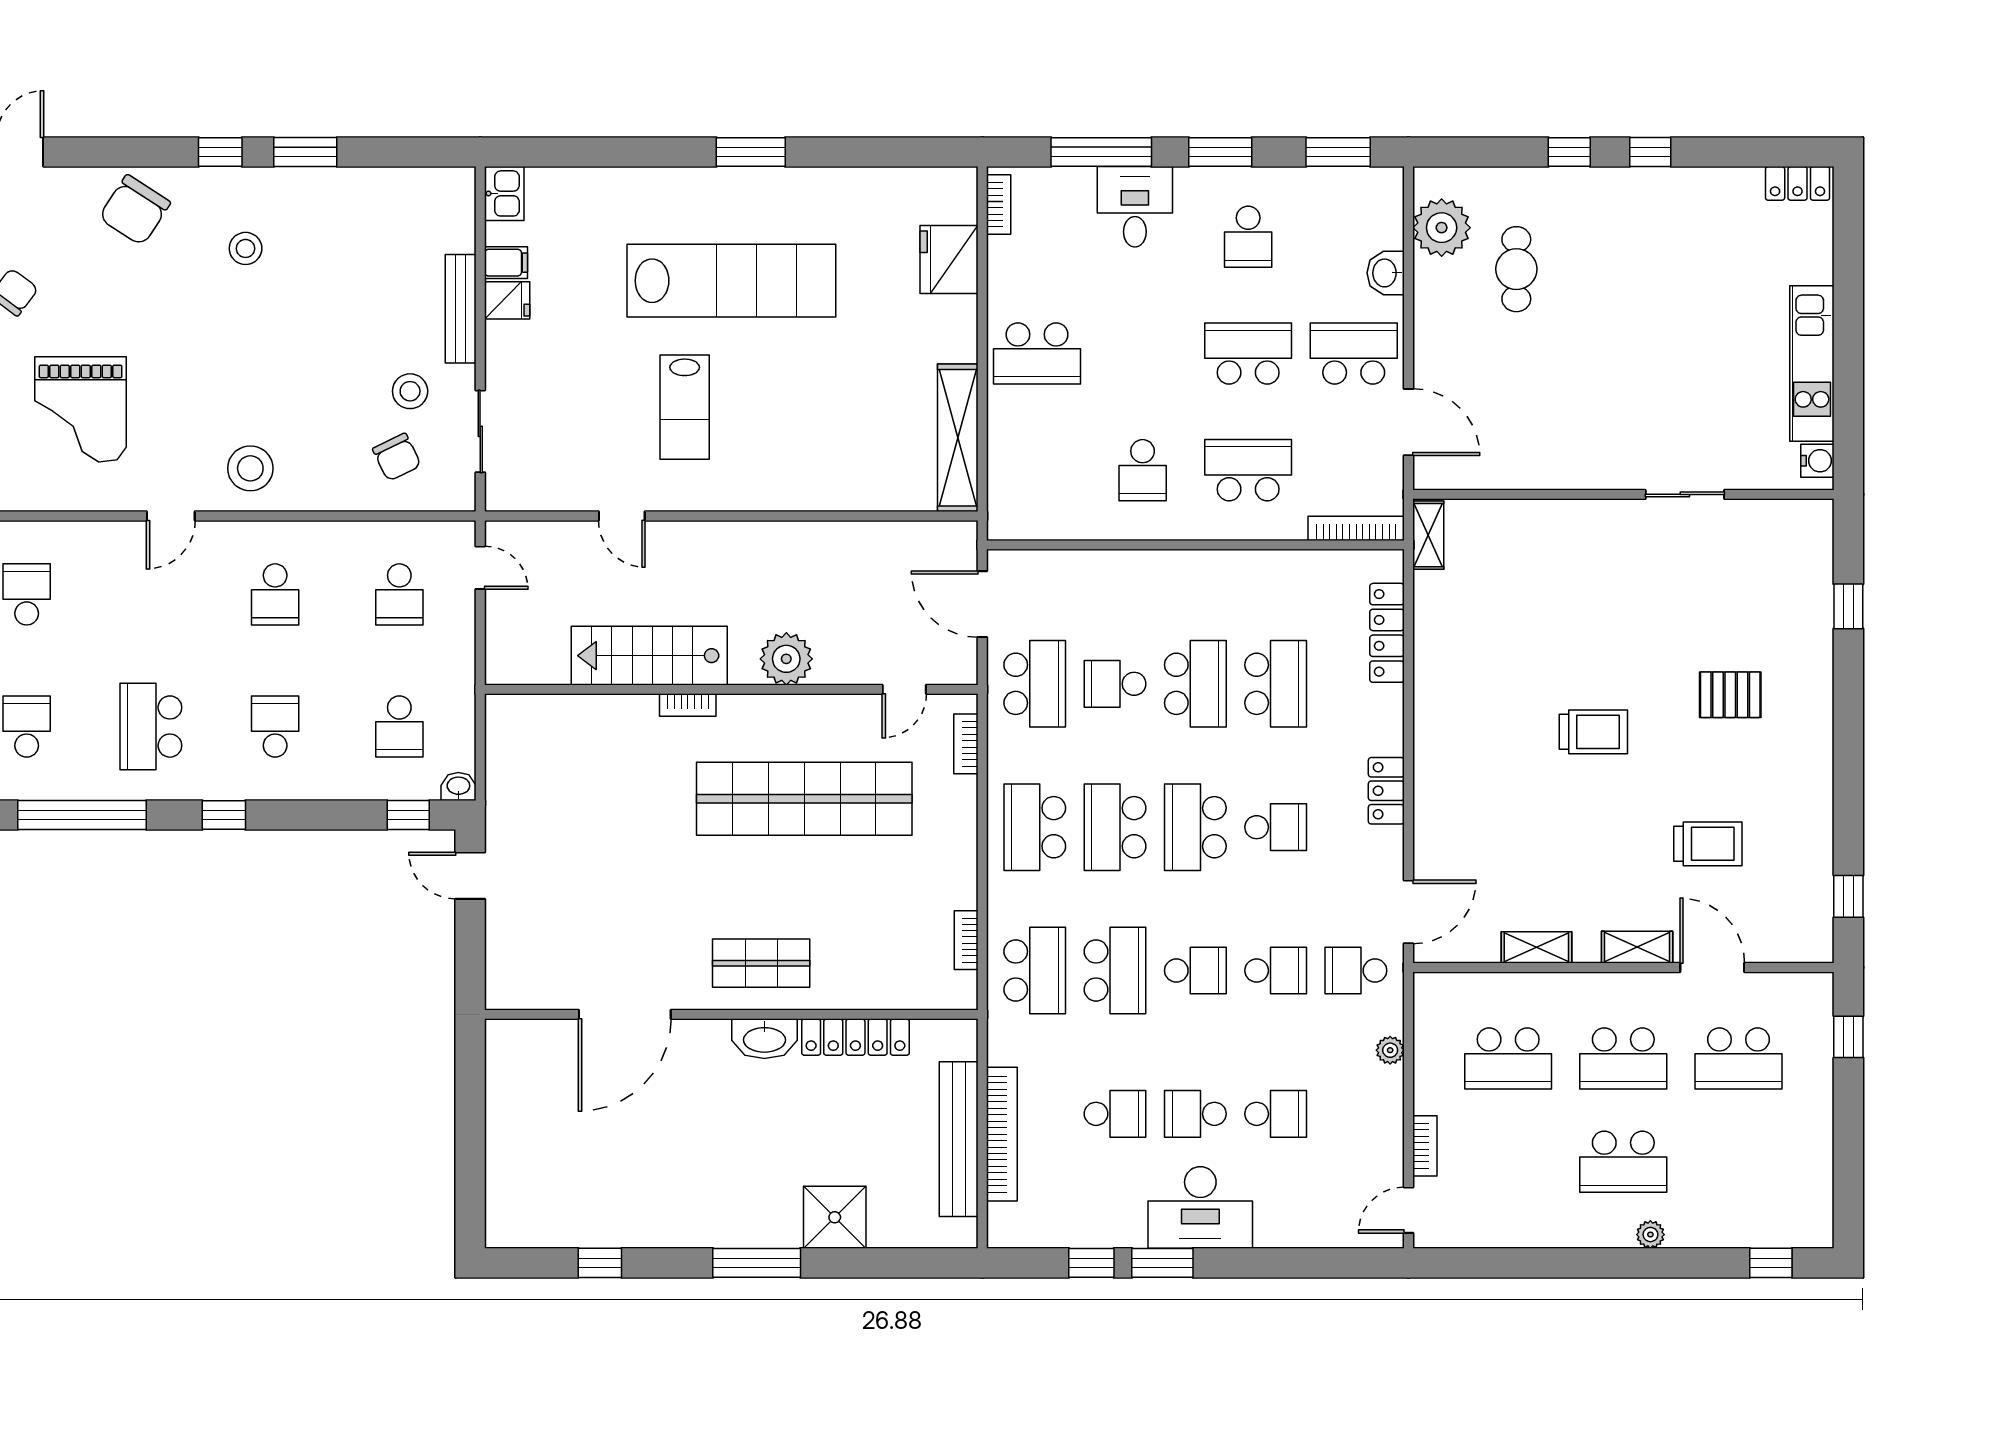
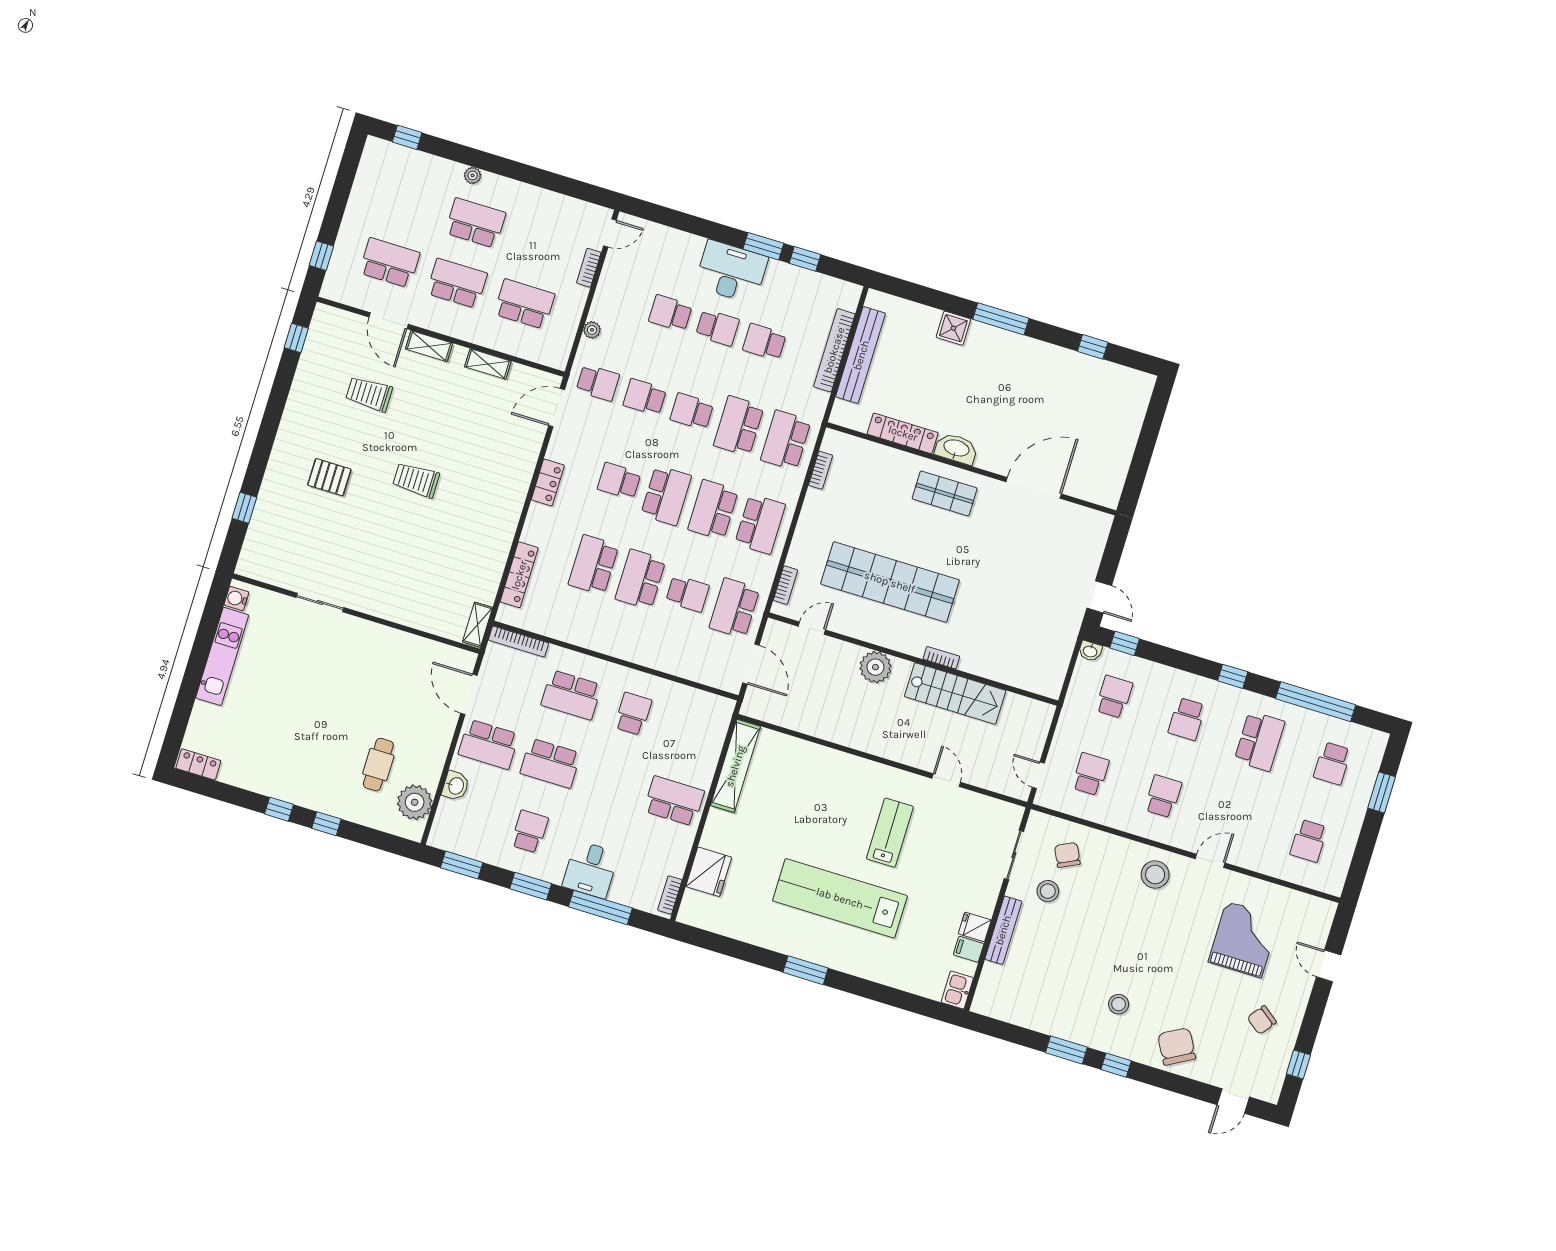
chair: (135, 210) -> (1177, 1046), turned -62
school desk: (1115, 827) -> (713, 510), turned 180
shower: (835, 1217) -> (953, 328), width x0.73, depth x0.73

